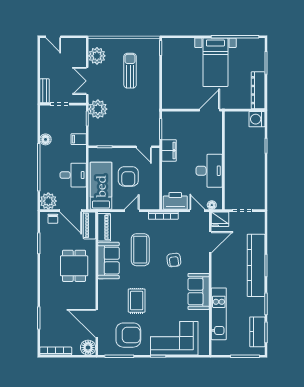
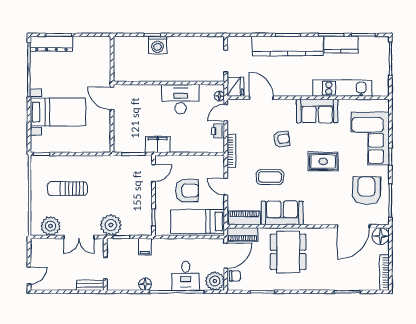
bed with nightstands: (215, 62) -> (58, 112), moved
dresser: (258, 90) -> (51, 44), moved
washing machine: (257, 119) -> (158, 45), moved
desk: (73, 175) -> (186, 276), moved, turned 180
printer: (175, 201) -> (218, 131), width x0.53, depth x0.68
coffee table: (140, 250) -> (270, 177), width x0.73, depth x0.76
dining table: (74, 266) -> (288, 252), width x1.38
rug: (137, 301) -> (323, 161), moved
kitchen counter: (257, 332) -> (341, 45), moved

